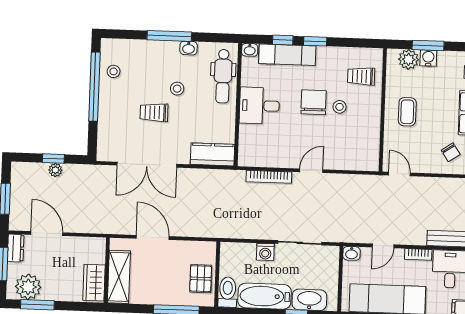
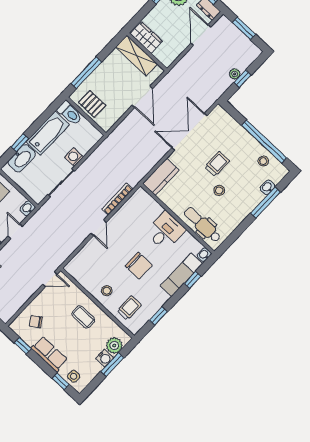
window: (169, 36) -> (265, 203), moved
window: (315, 41) -> (158, 316), moved
washbasin: (189, 48) -> (267, 187), moved
stool: (340, 107) -> (107, 291), moved
door: (47, 234) -> (201, 35), swing flipped
door: (153, 237) -> (142, 97), hinge flipped

